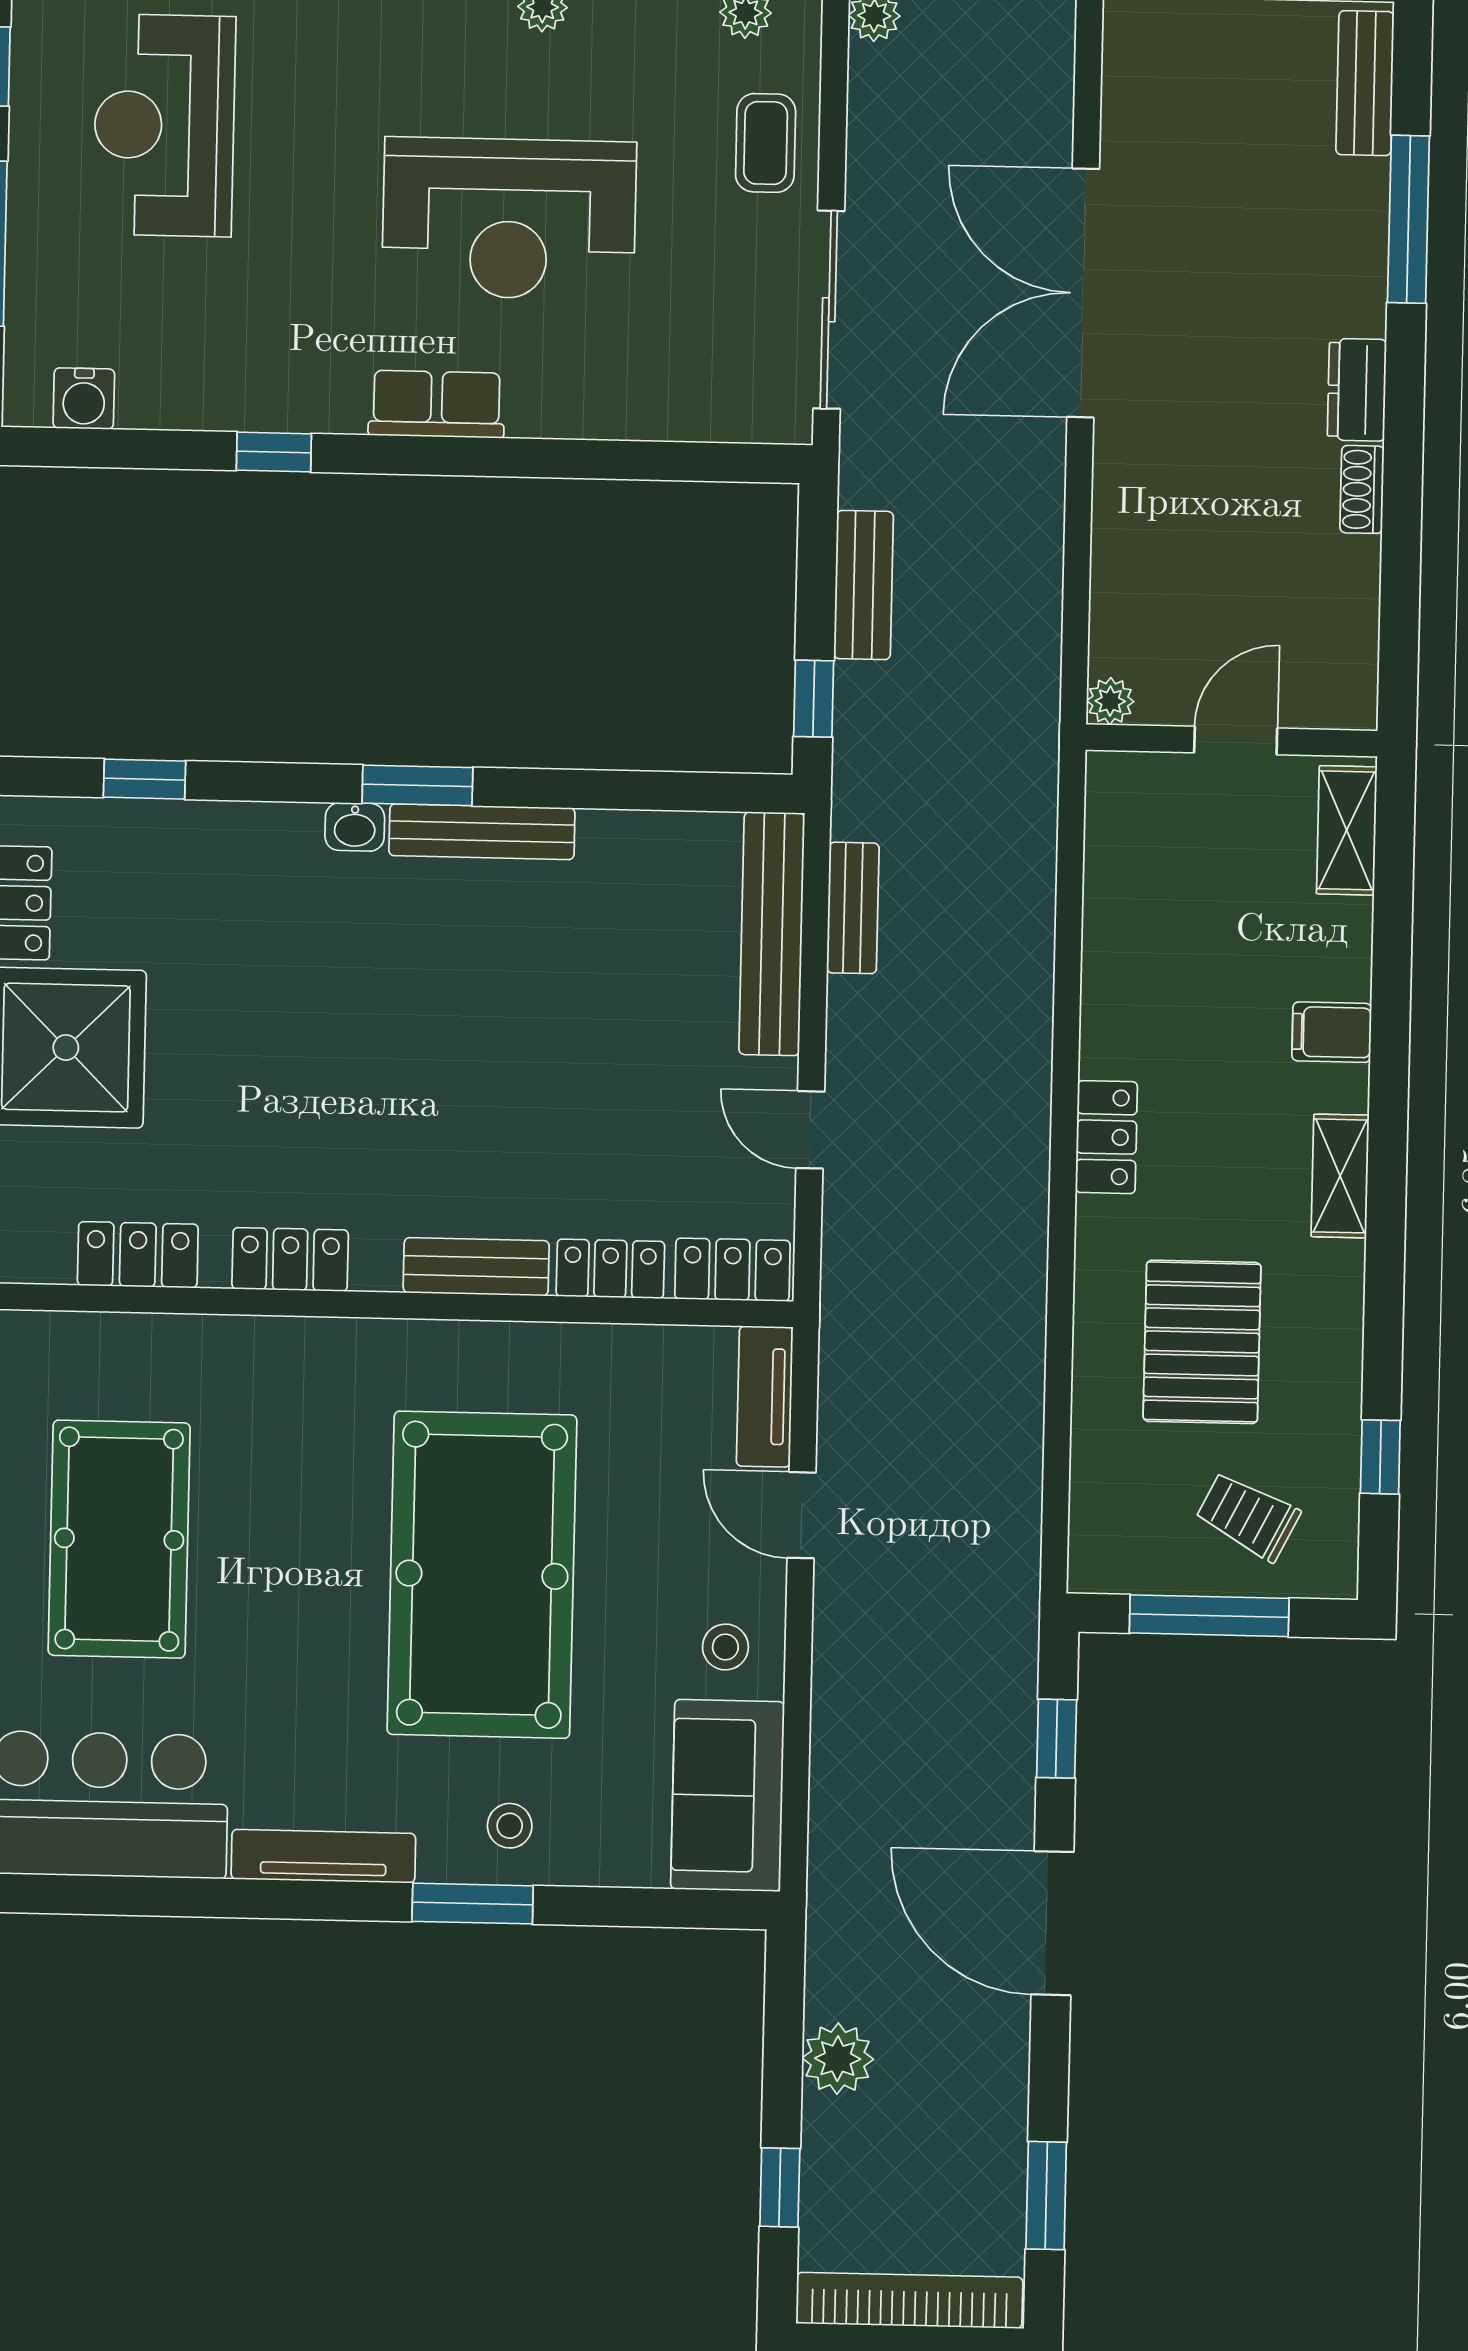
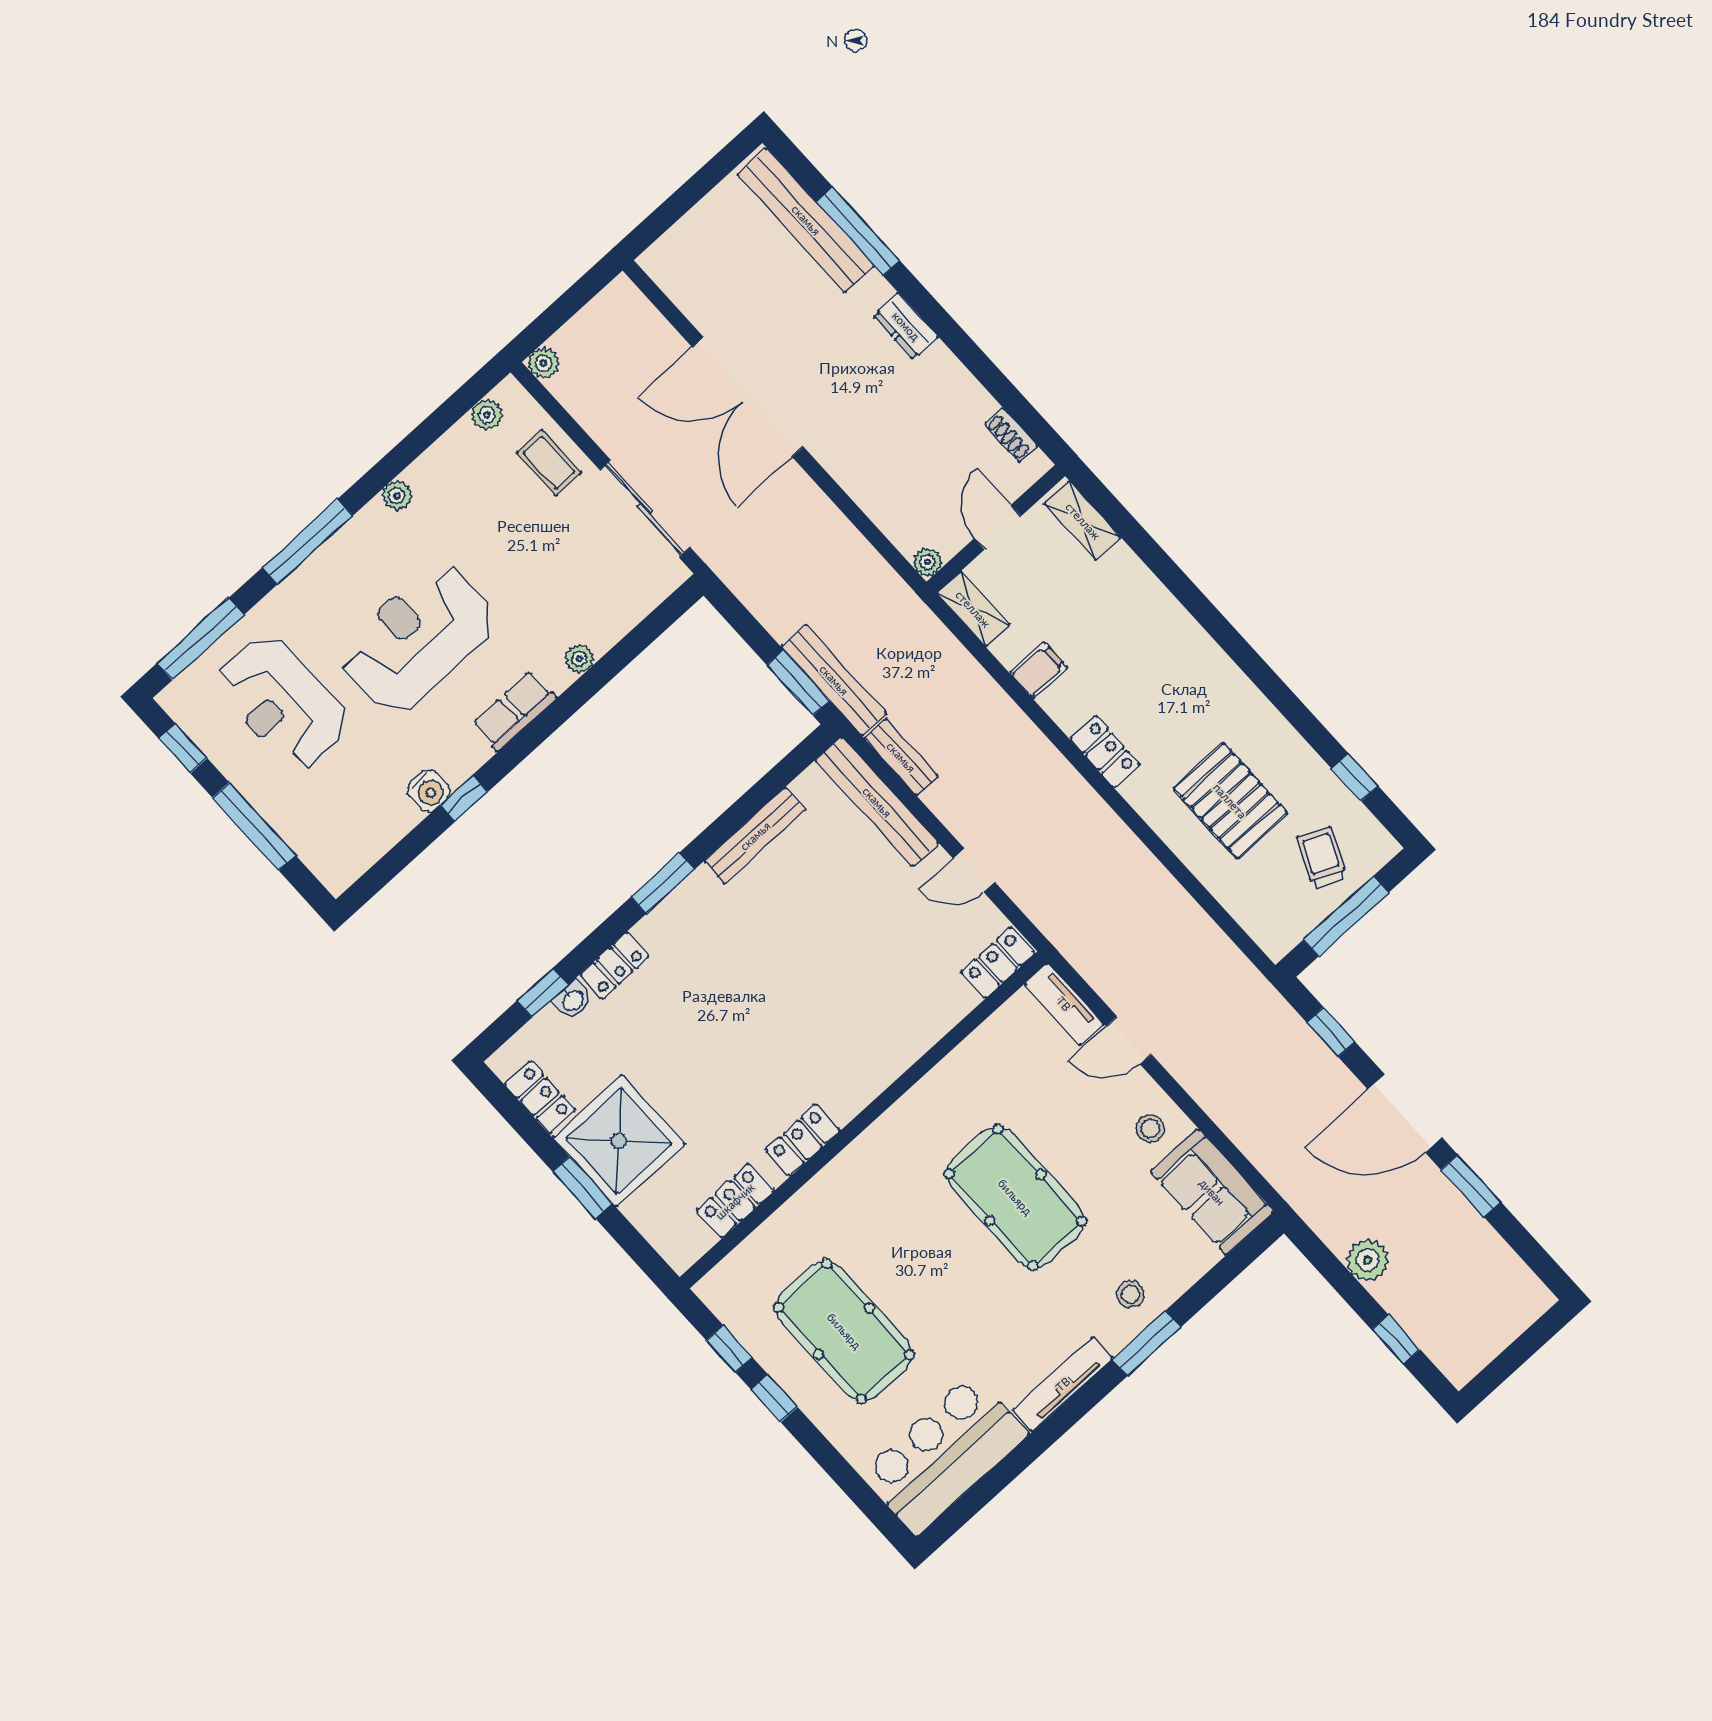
bench: (1365, 83) -> (806, 220), width x1.86, depth x1.21
reception desk: (509, 218) -> (417, 638), moved, turned 180
water cooler: (84, 399) -> (429, 791), moved
plant: (575, 416) -> (579, 659), added
shoe rack: (1362, 489) -> (1011, 435), moved
bench: (864, 585) -> (834, 680), moved, width x1.36
window: (814, 699) -> (798, 683), width x1.50
washbasin: (355, 827) -> (572, 1000), moved
bench: (482, 832) -> (755, 836), moved
filing cabinet: (1332, 1032) -> (1039, 671), moved, turned 180
shelving: (1340, 1176) -> (973, 609), moved
bench: (476, 1267) -> (886, 1067), removed
locker: (610, 1269) -> (614, 966), moved, turned 180
trolley: (1248, 1516) -> (1322, 857), turned 88
pool table: (482, 1575) -> (1015, 1197), width x0.73, depth x0.76
window: (1046, 2196) -> (1471, 1186), moved
bookcase: (909, 2300) -> (1498, 1335), removed

